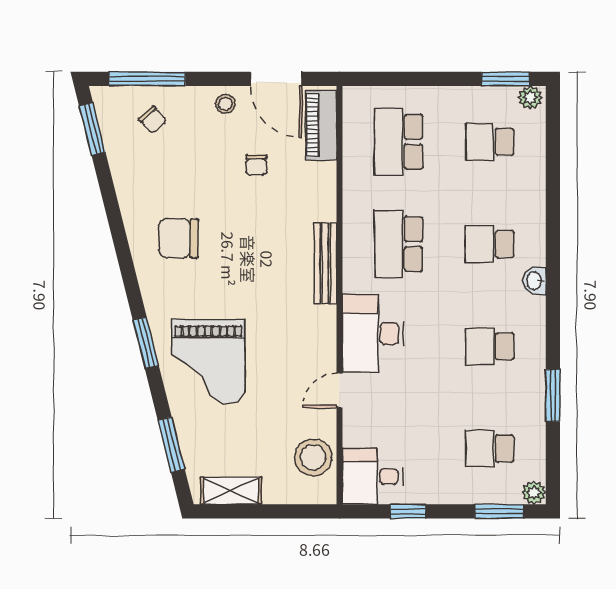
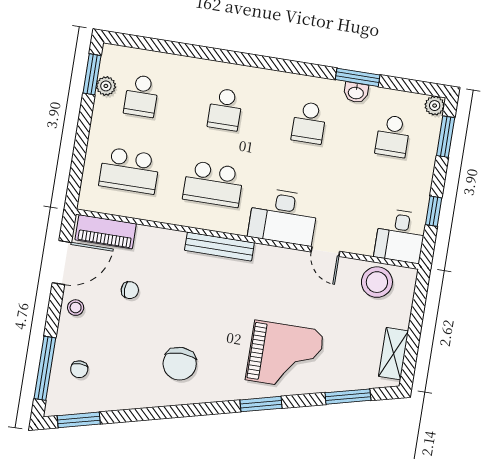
plant: (530, 98) -> (106, 86), moved
chair: (153, 120) -> (79, 369), turned 132
washbasin: (535, 281) -> (356, 93), moved

